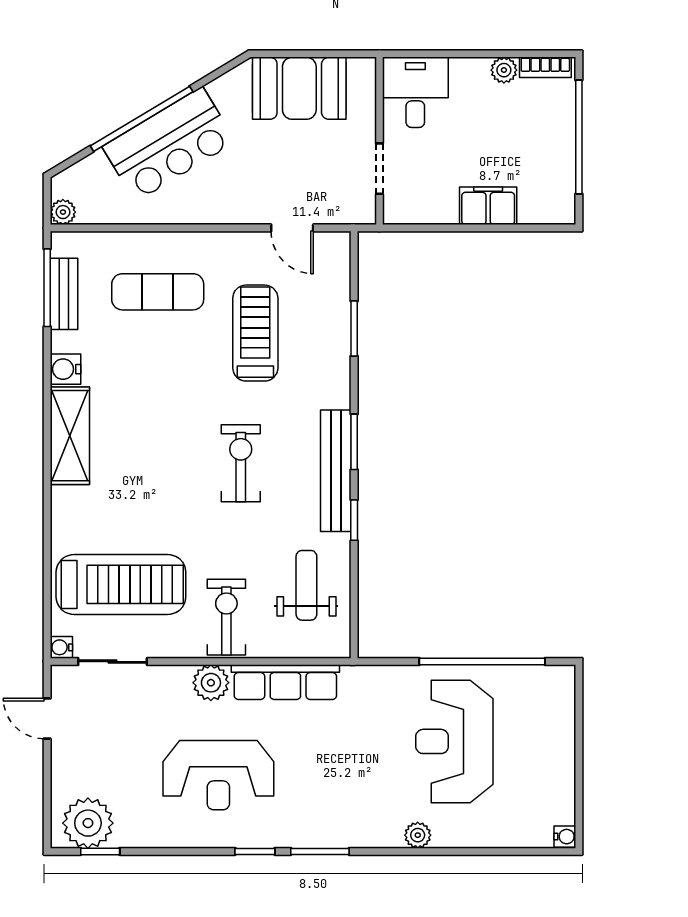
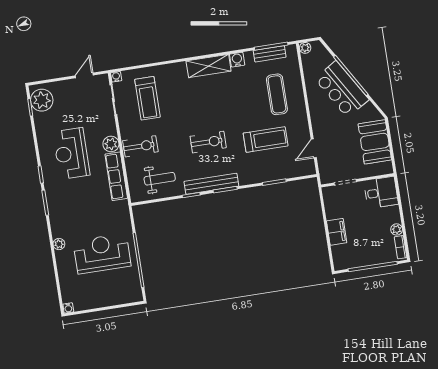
treadmill: (121, 584) -> (147, 98), width x0.73, depth x0.73

